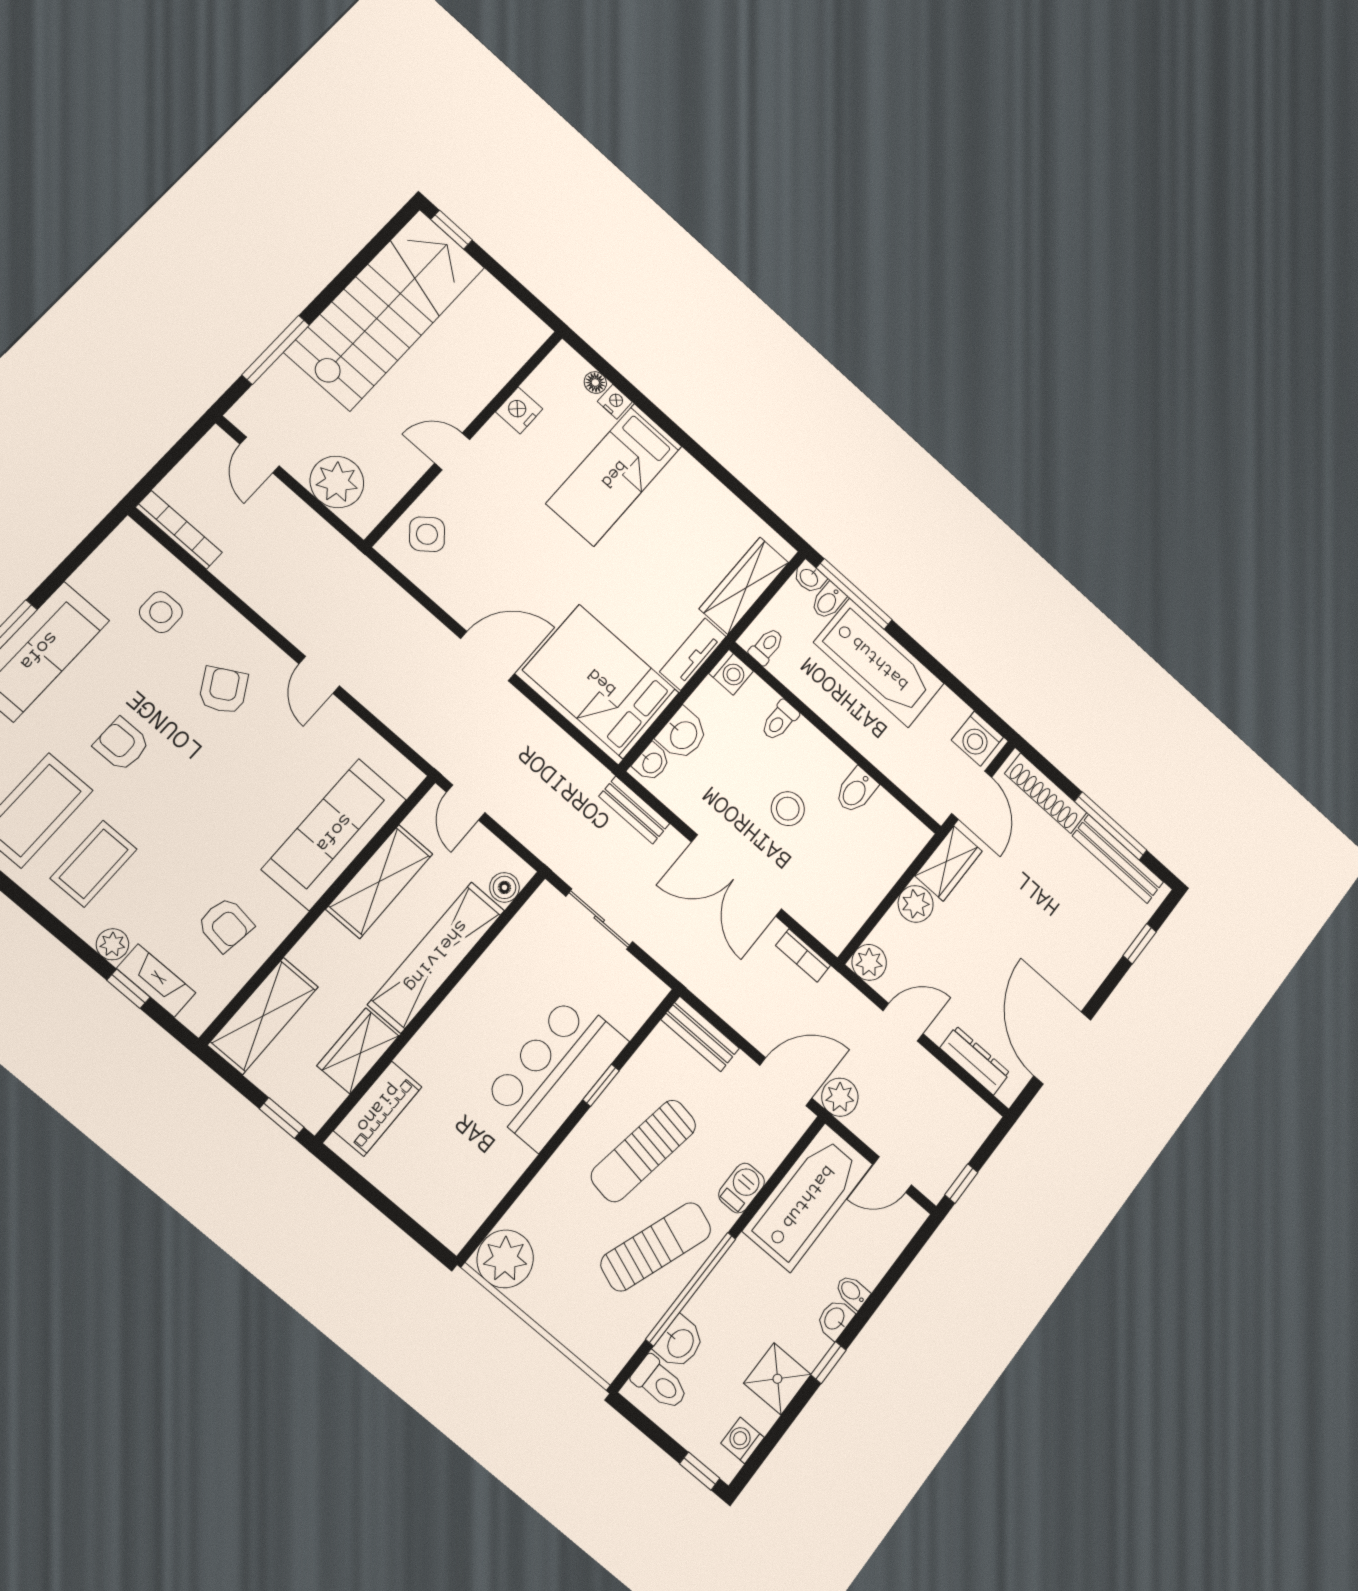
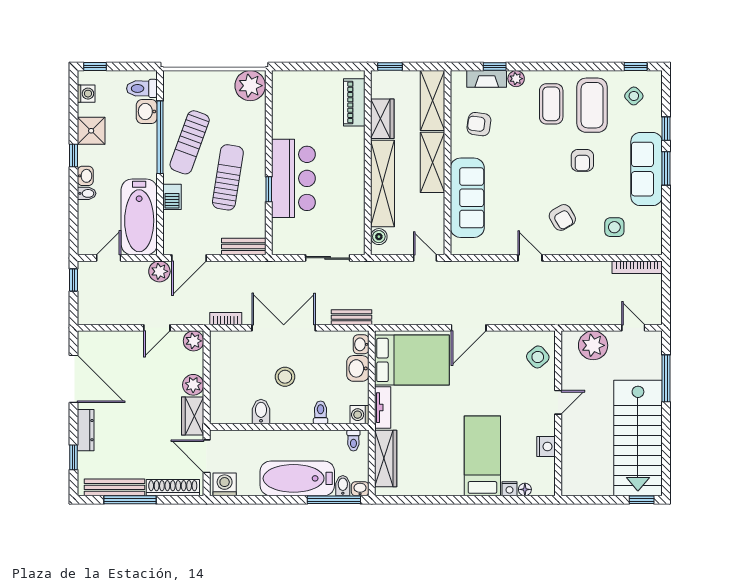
armchair: (122, 744) -> (582, 160), turned 90
shelving: (379, 881) -> (432, 162), moved
dresser: (975, 1060) -> (86, 430), moved, turned -90

